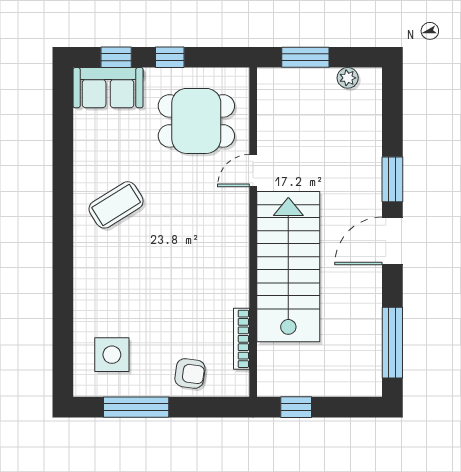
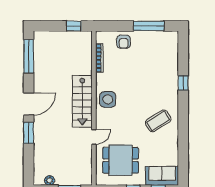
stairs: (288, 267) -> (82, 101), width x0.73, depth x0.66
window: (63, 286) -> (183, 83), added
side table: (112, 355) -> (108, 99), moved
armchair: (190, 373) -> (124, 42), turned -98

